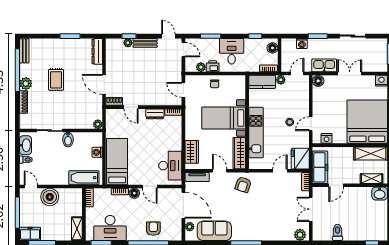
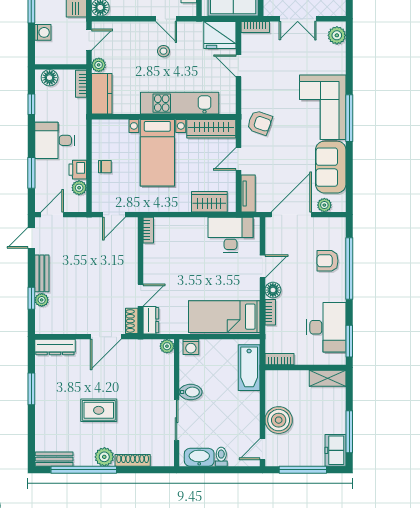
door: (297, 74) -> (89, 40), swing flipped
dresser: (155, 114) -> (151, 320), moved
washing machine: (97, 152) -> (191, 347), moved
corner sofa: (253, 226) -> (323, 107), added

